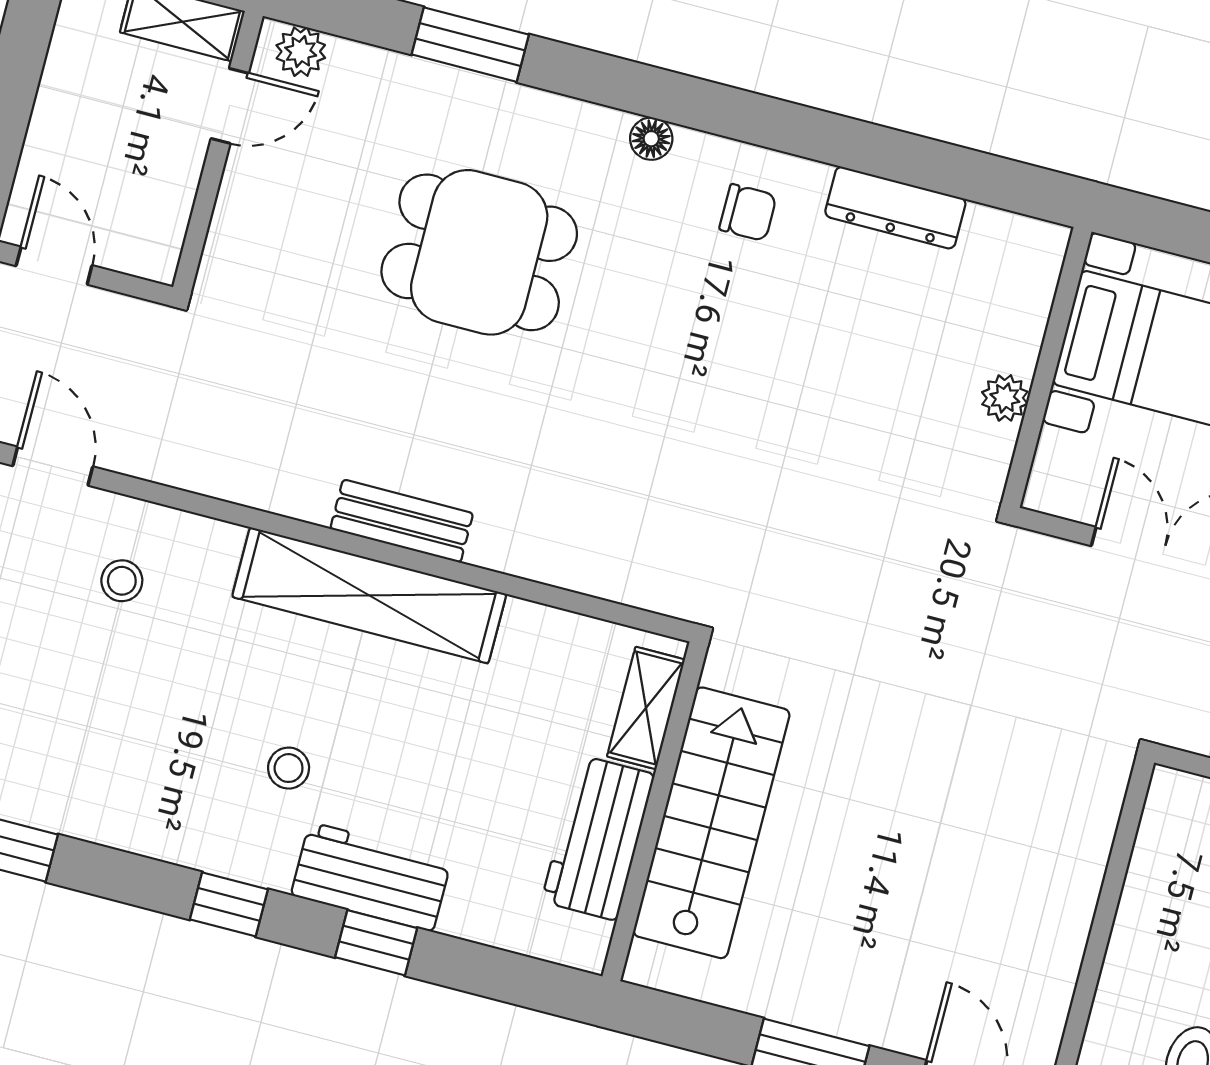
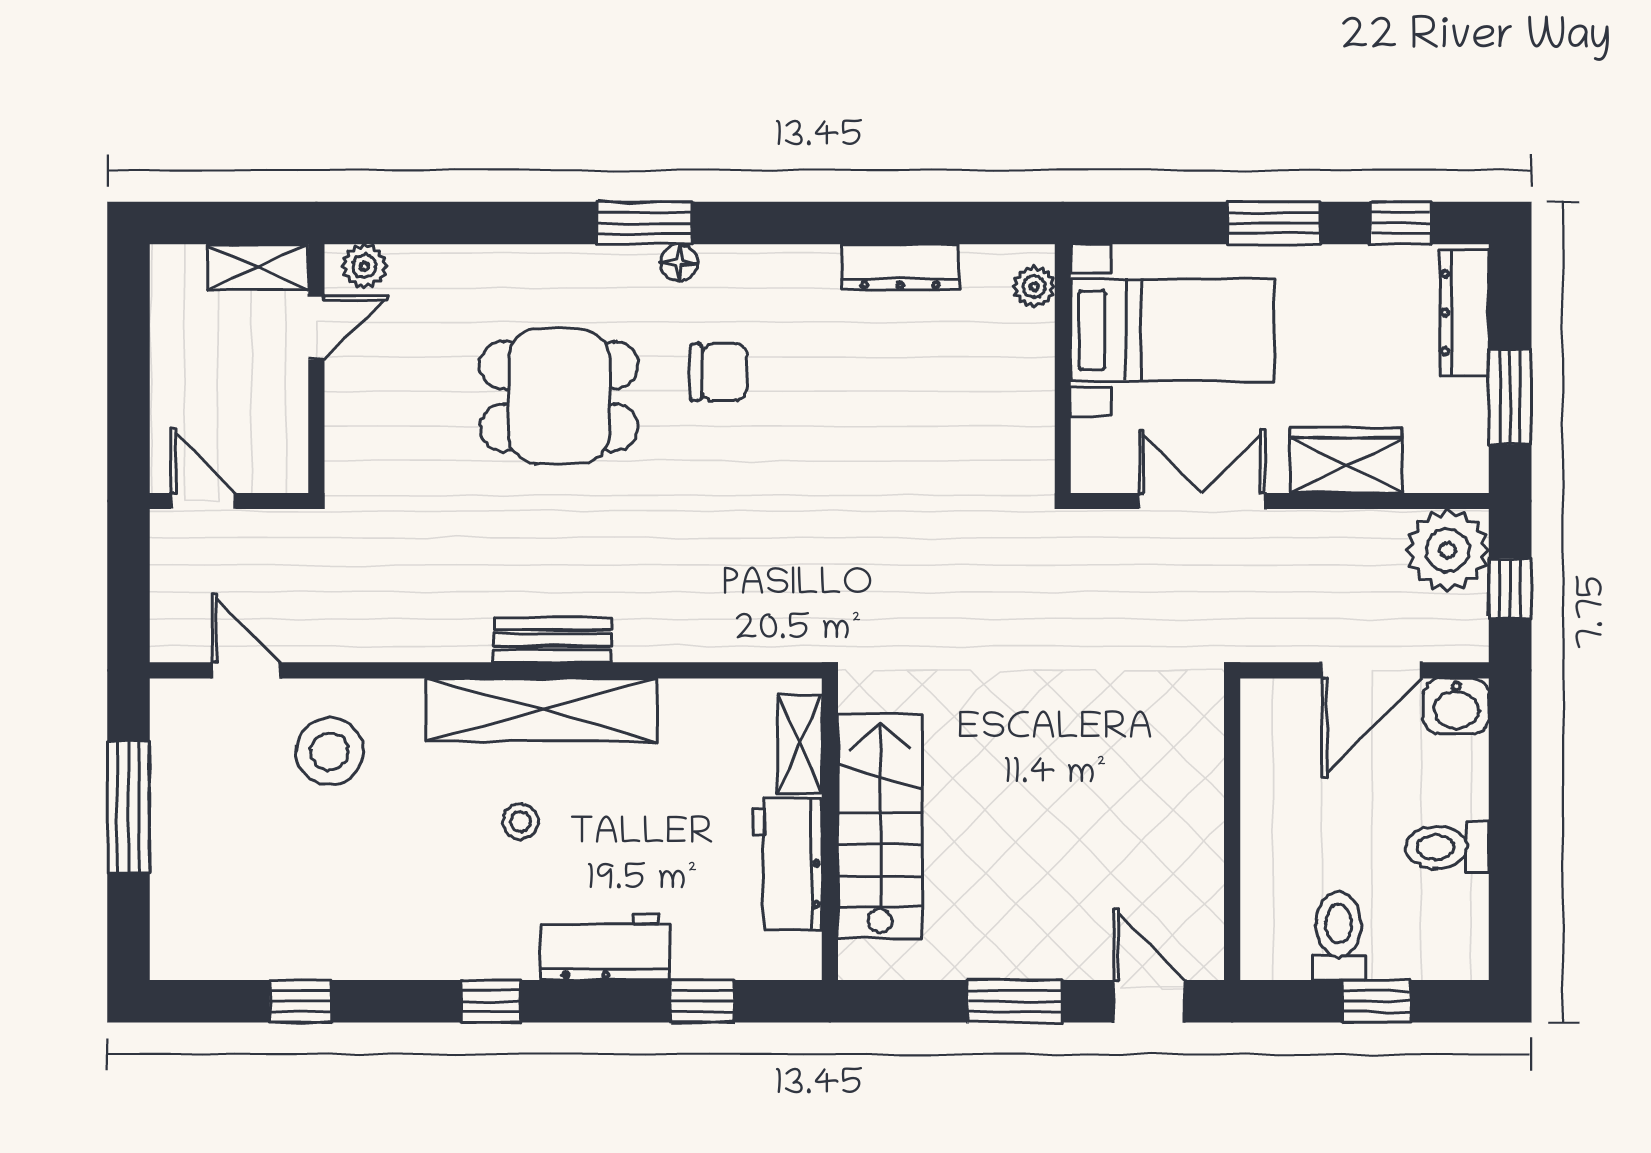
window: (470, 45) -> (645, 223), moved
chair: (748, 213) -> (719, 372), moved, width x1.37, depth x1.37
plant: (1005, 398) -> (1034, 287), moved
stool: (122, 581) -> (330, 752), width x1.89, depth x1.89
stool: (289, 768) -> (521, 822), moved
window: (376, 943) -> (703, 1001), moved

